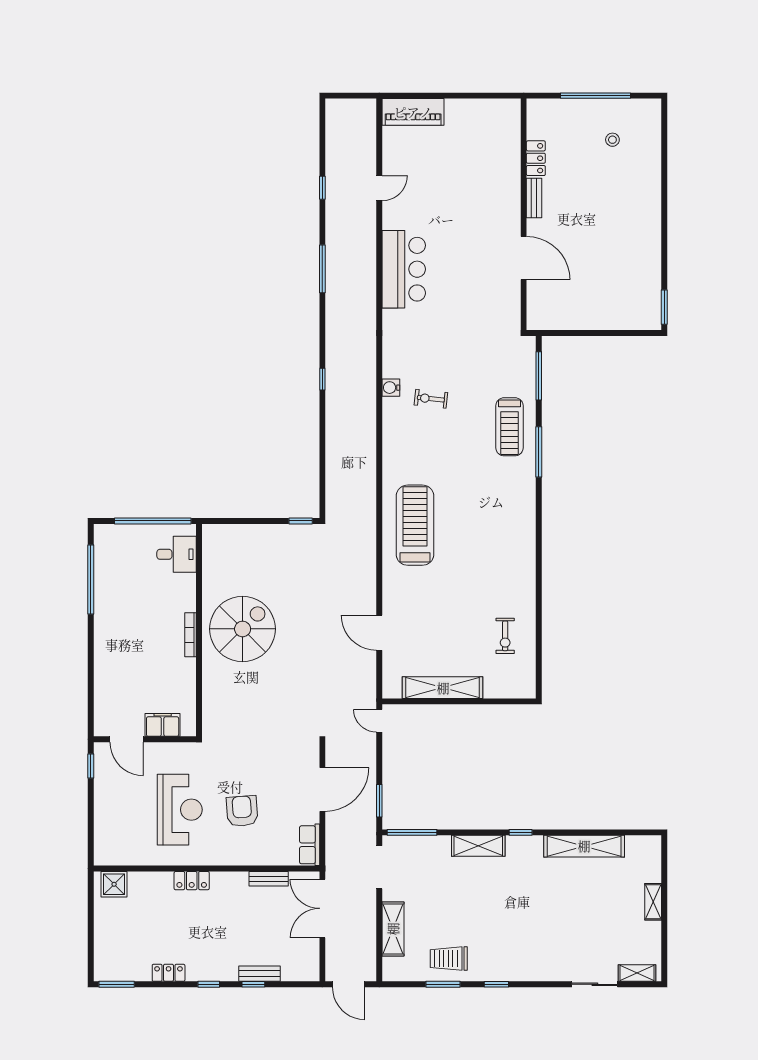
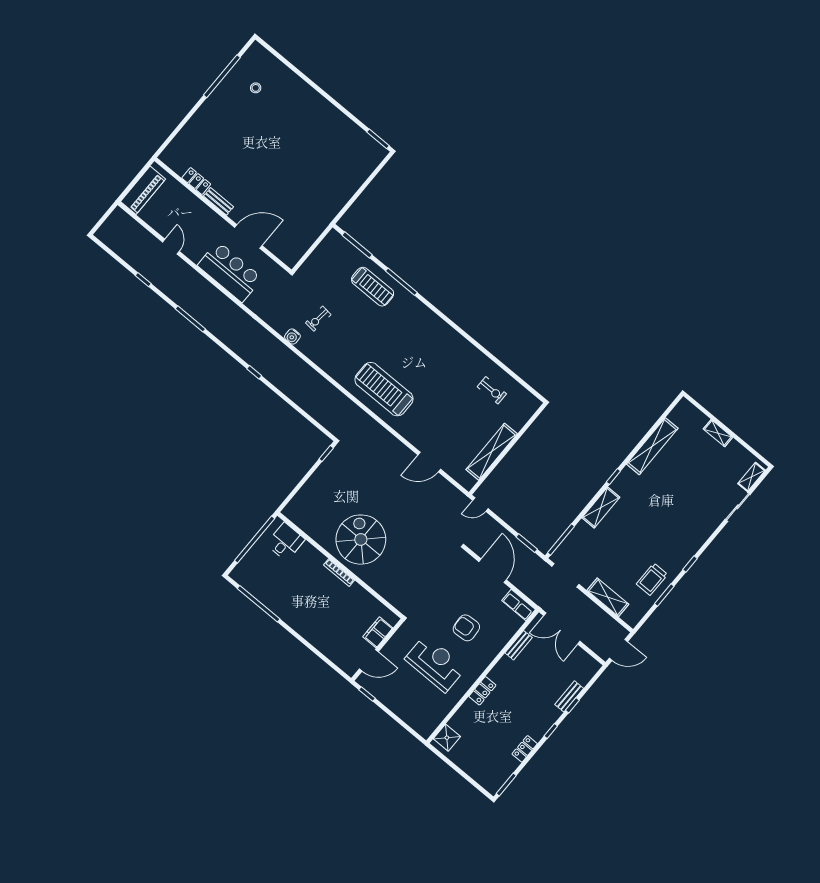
locker: (536, 158) -> (196, 181), moved
bench: (534, 198) -> (219, 201), moved
wall: (524, 214) -> (223, 215), moved
door: (524, 258) -> (248, 236), moved

